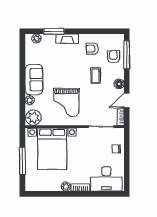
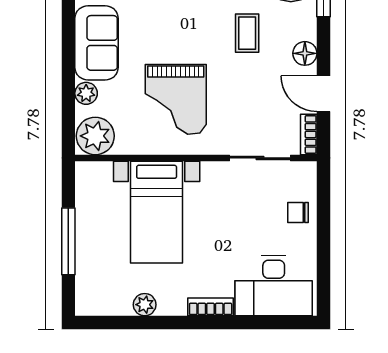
door: (127, 100) -> (323, 94), hinge flipped
bed with nightstands: (52, 149) -> (157, 212), width x0.73
plant: (66, 187) -> (145, 305), moved

